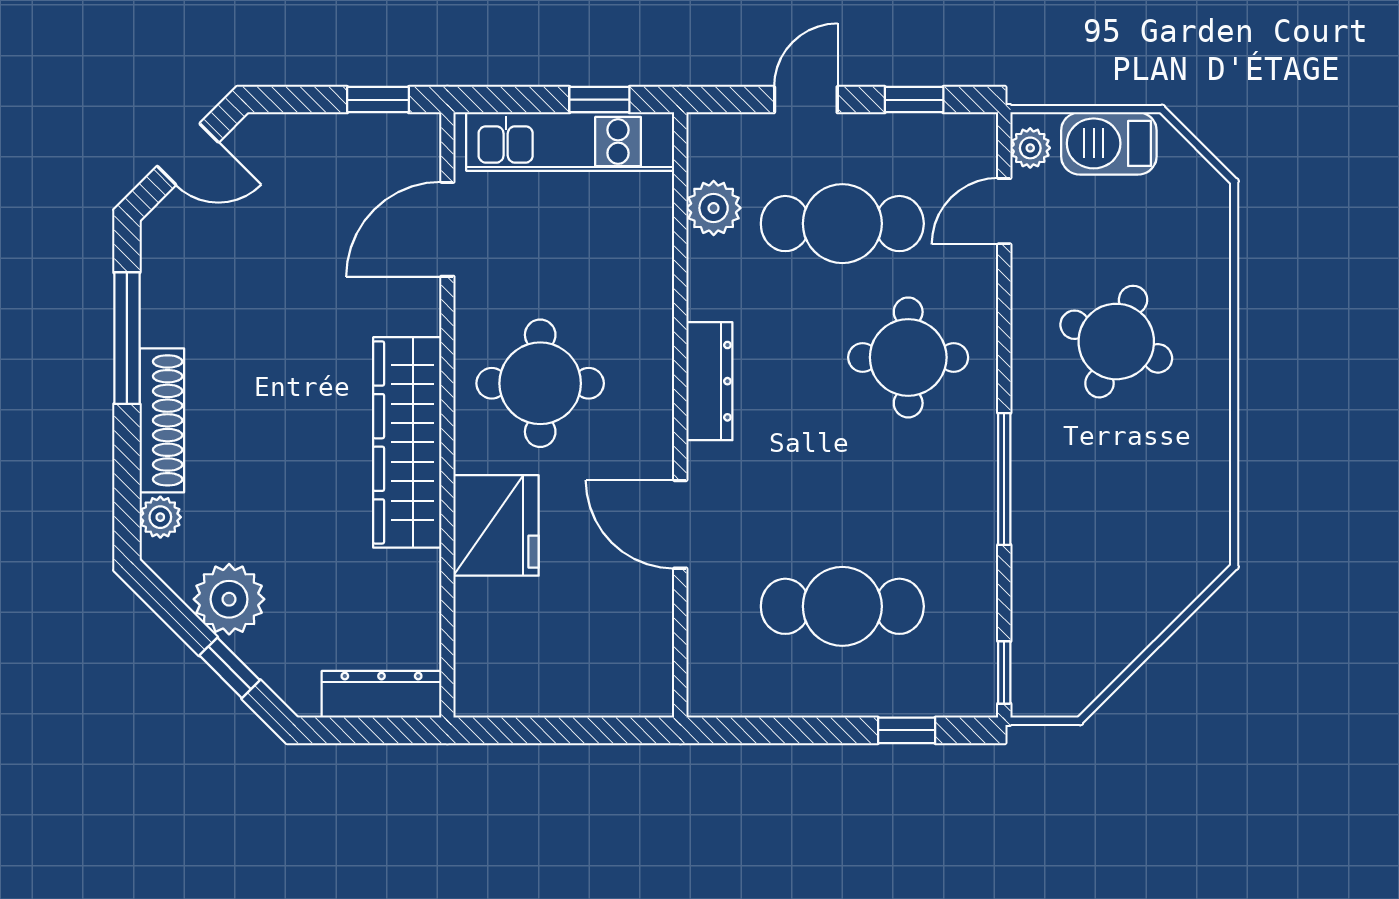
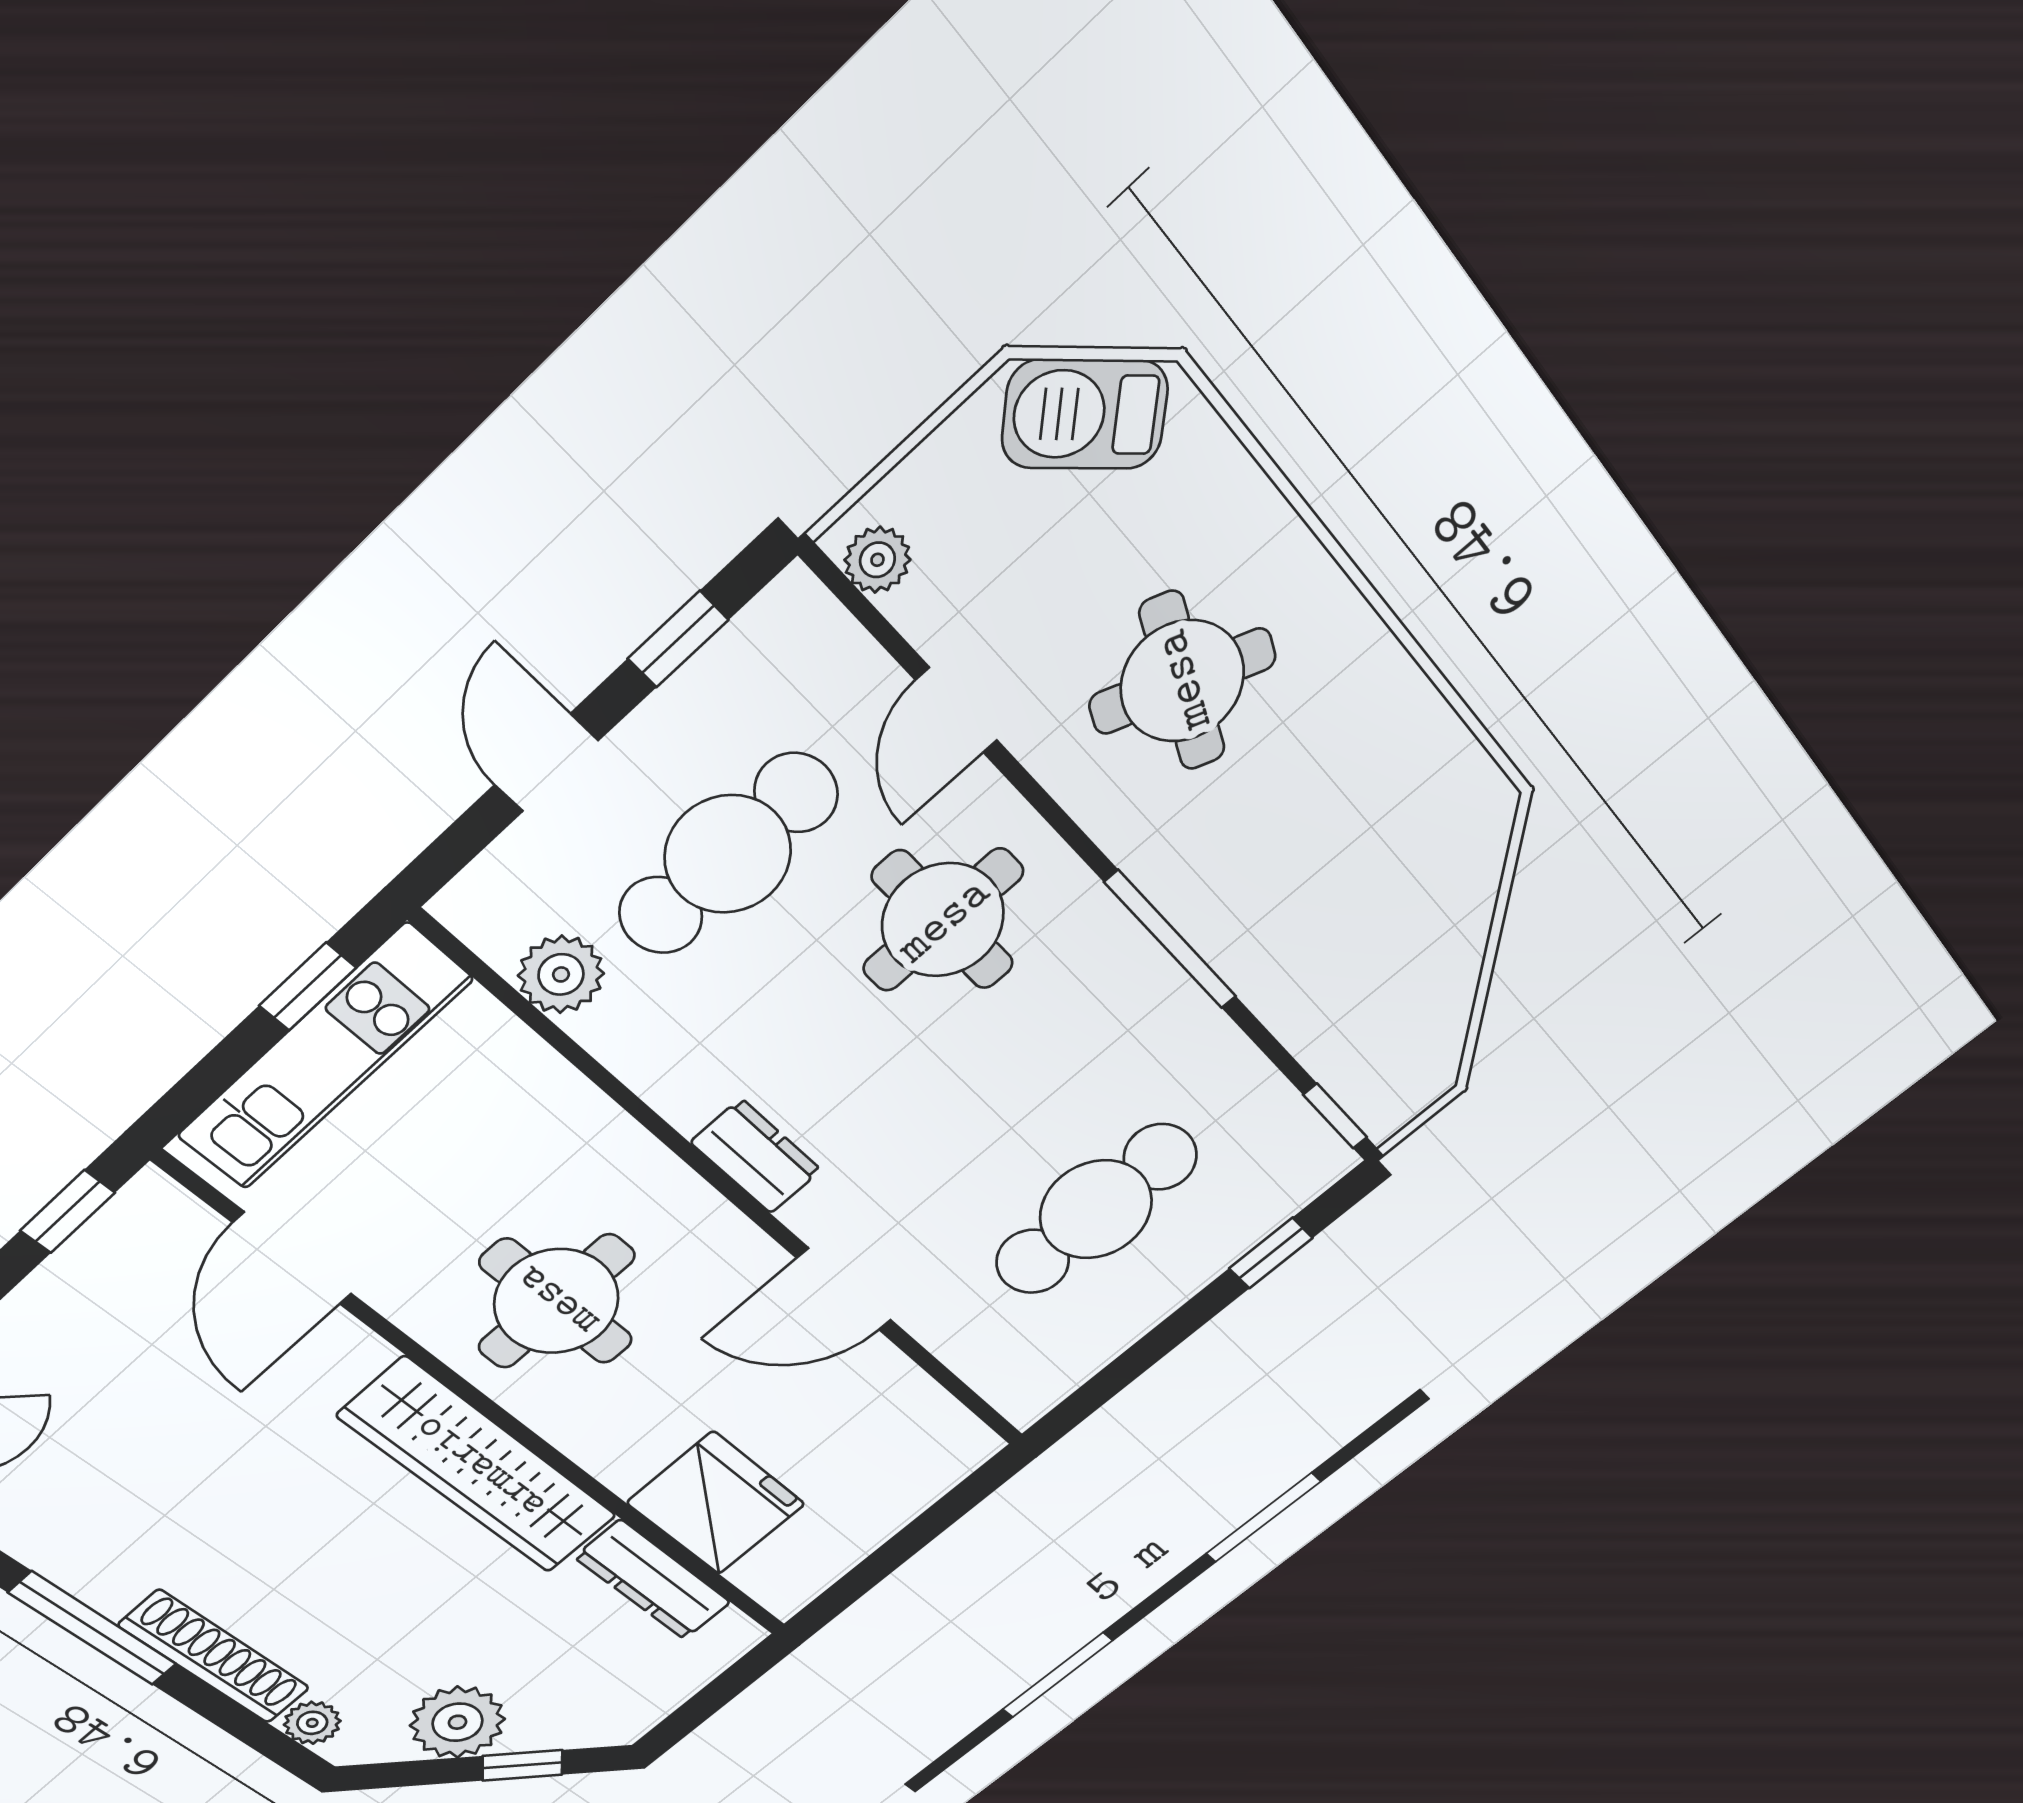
barbecue: (1109, 143) -> (1085, 414), moved, turned 45
door: (1004, 211) -> (957, 710), moved
dresser: (709, 381) -> (756, 1156), width x0.70
fridge: (496, 525) -> (716, 1503), moved
dresser: (382, 694) -> (653, 1580), moved, turned -90

